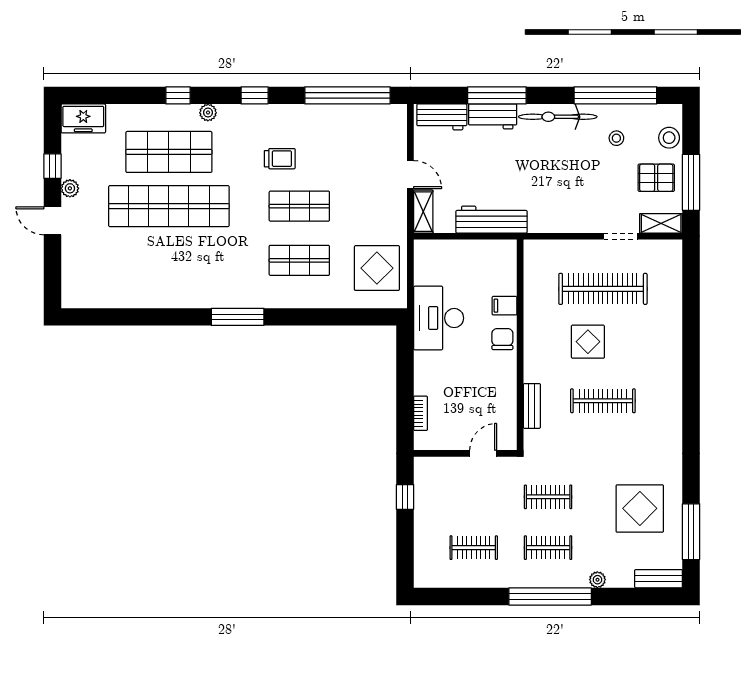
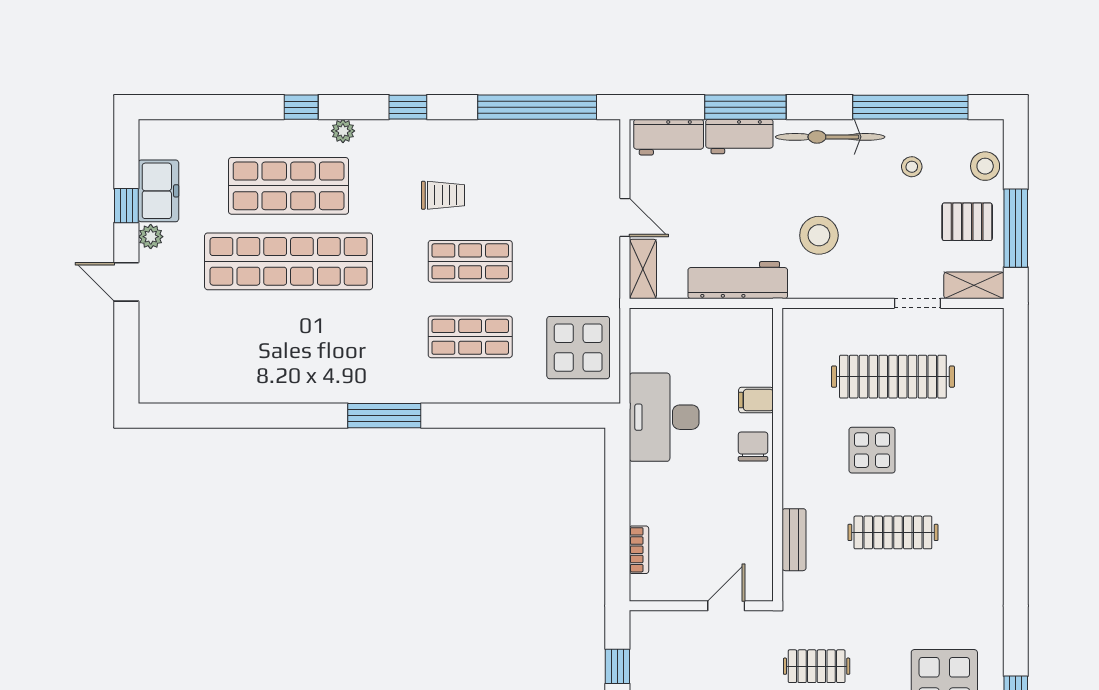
freezer: (83, 118) -> (158, 191), moved, turned -90
stool: (550, 187) -> (819, 235), added

